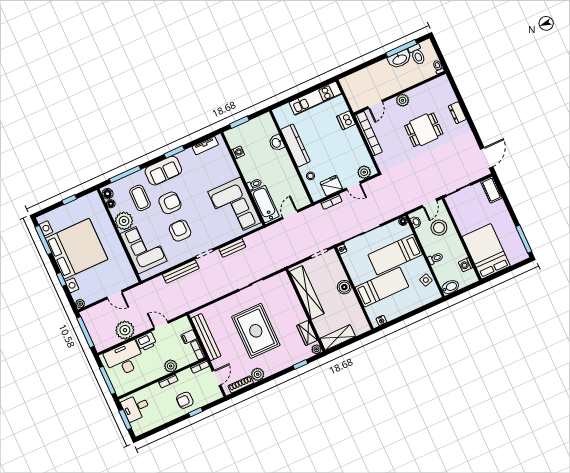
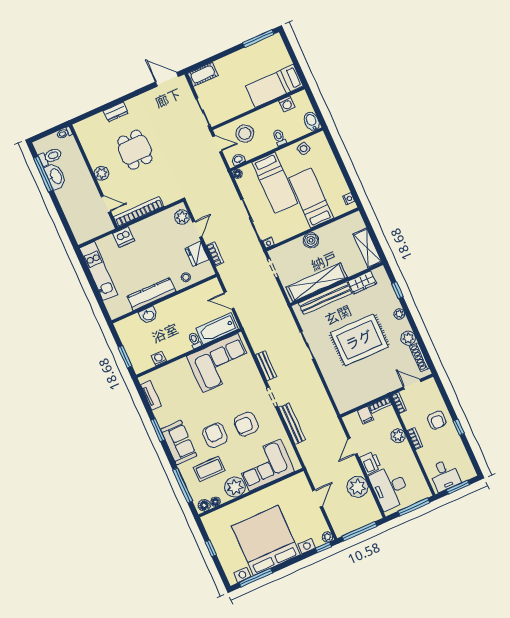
bed: (486, 251) -> (274, 86), width x0.67
window: (61, 279) -> (323, 547), moved
bench: (206, 337) -> (325, 298), moved
plant: (316, 349) -> (399, 314), moved
window: (196, 412) -> (459, 427), moved

